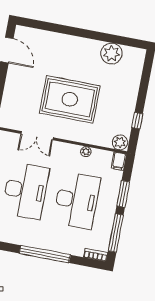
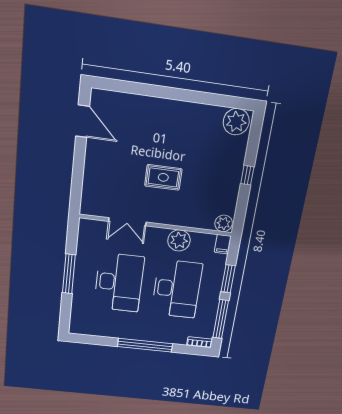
plant: (111, 54) -> (236, 122), moved
rug: (70, 99) -> (163, 177), width x0.54, depth x0.49
window: (137, 121) -> (247, 175), moved
plant: (86, 152) -> (179, 240), width x1.87, depth x1.87

